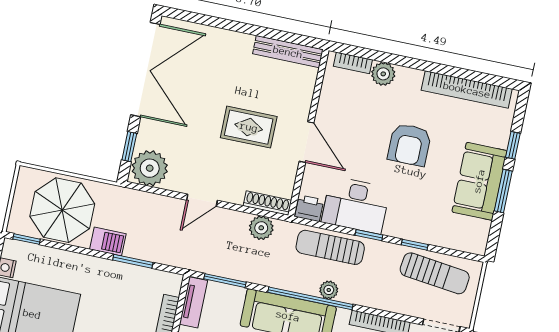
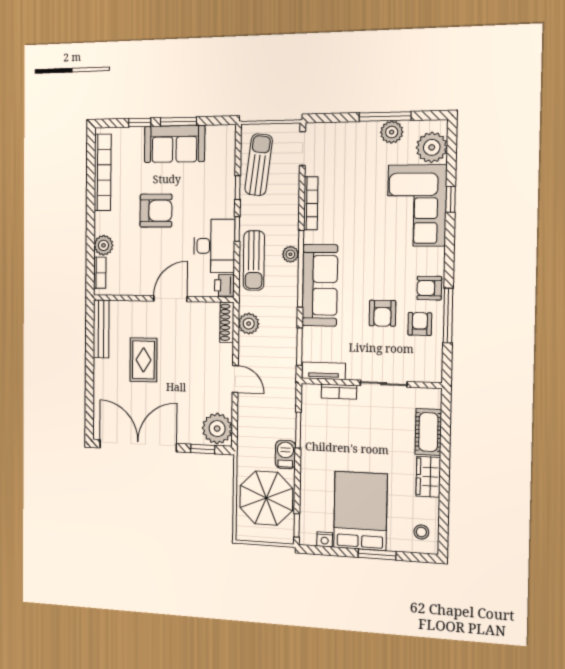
rug: (249, 127) -> (143, 360), moved

